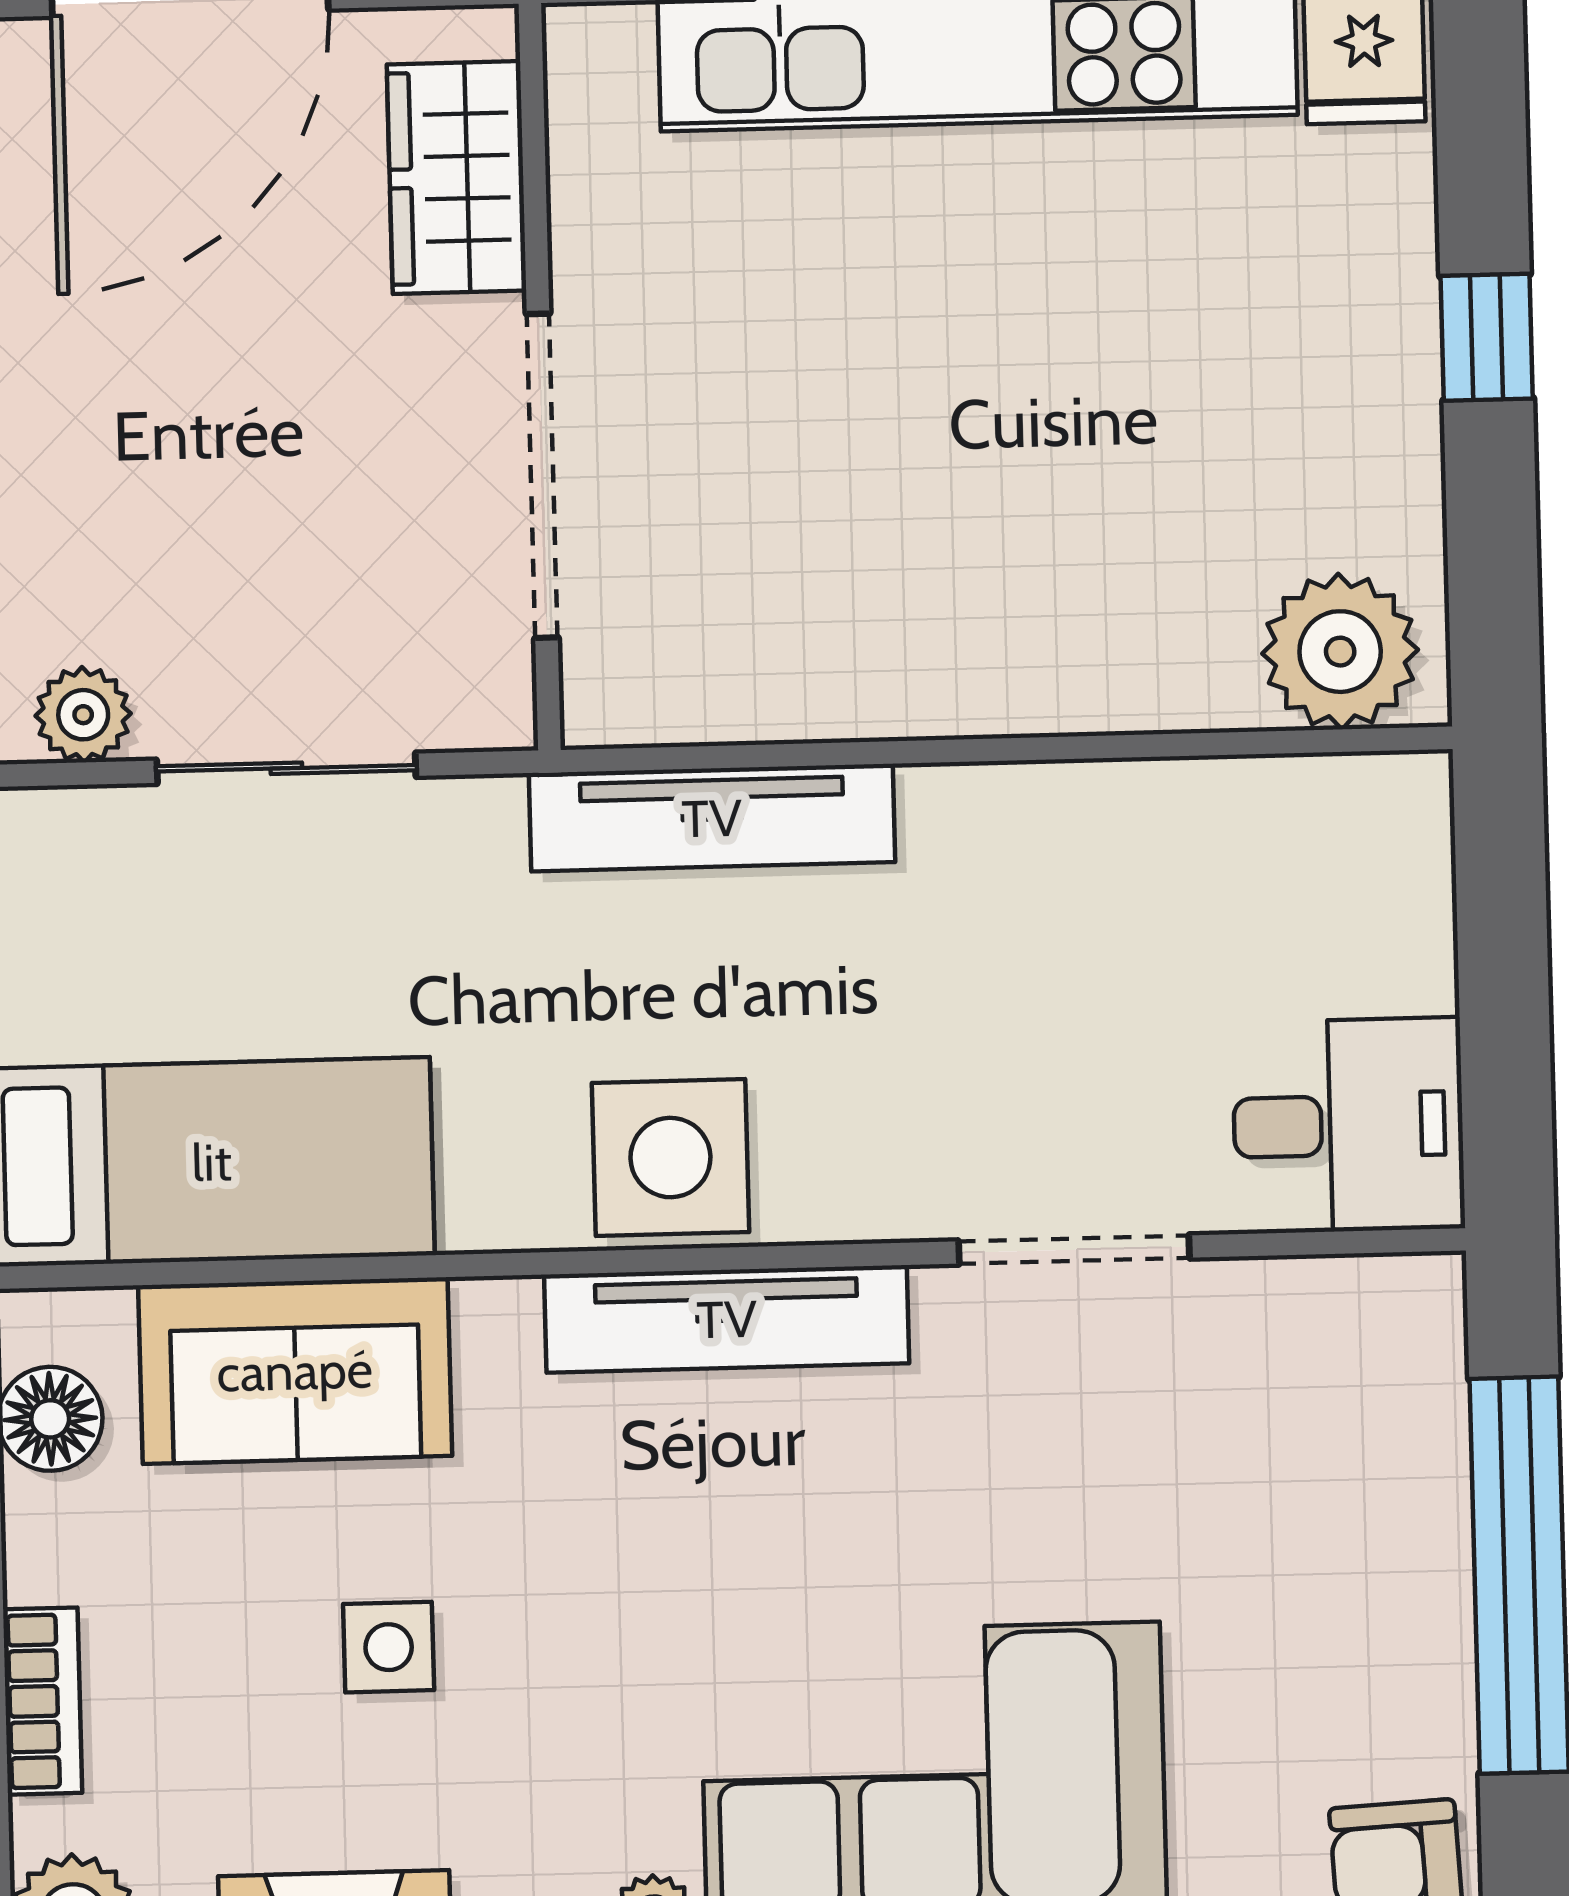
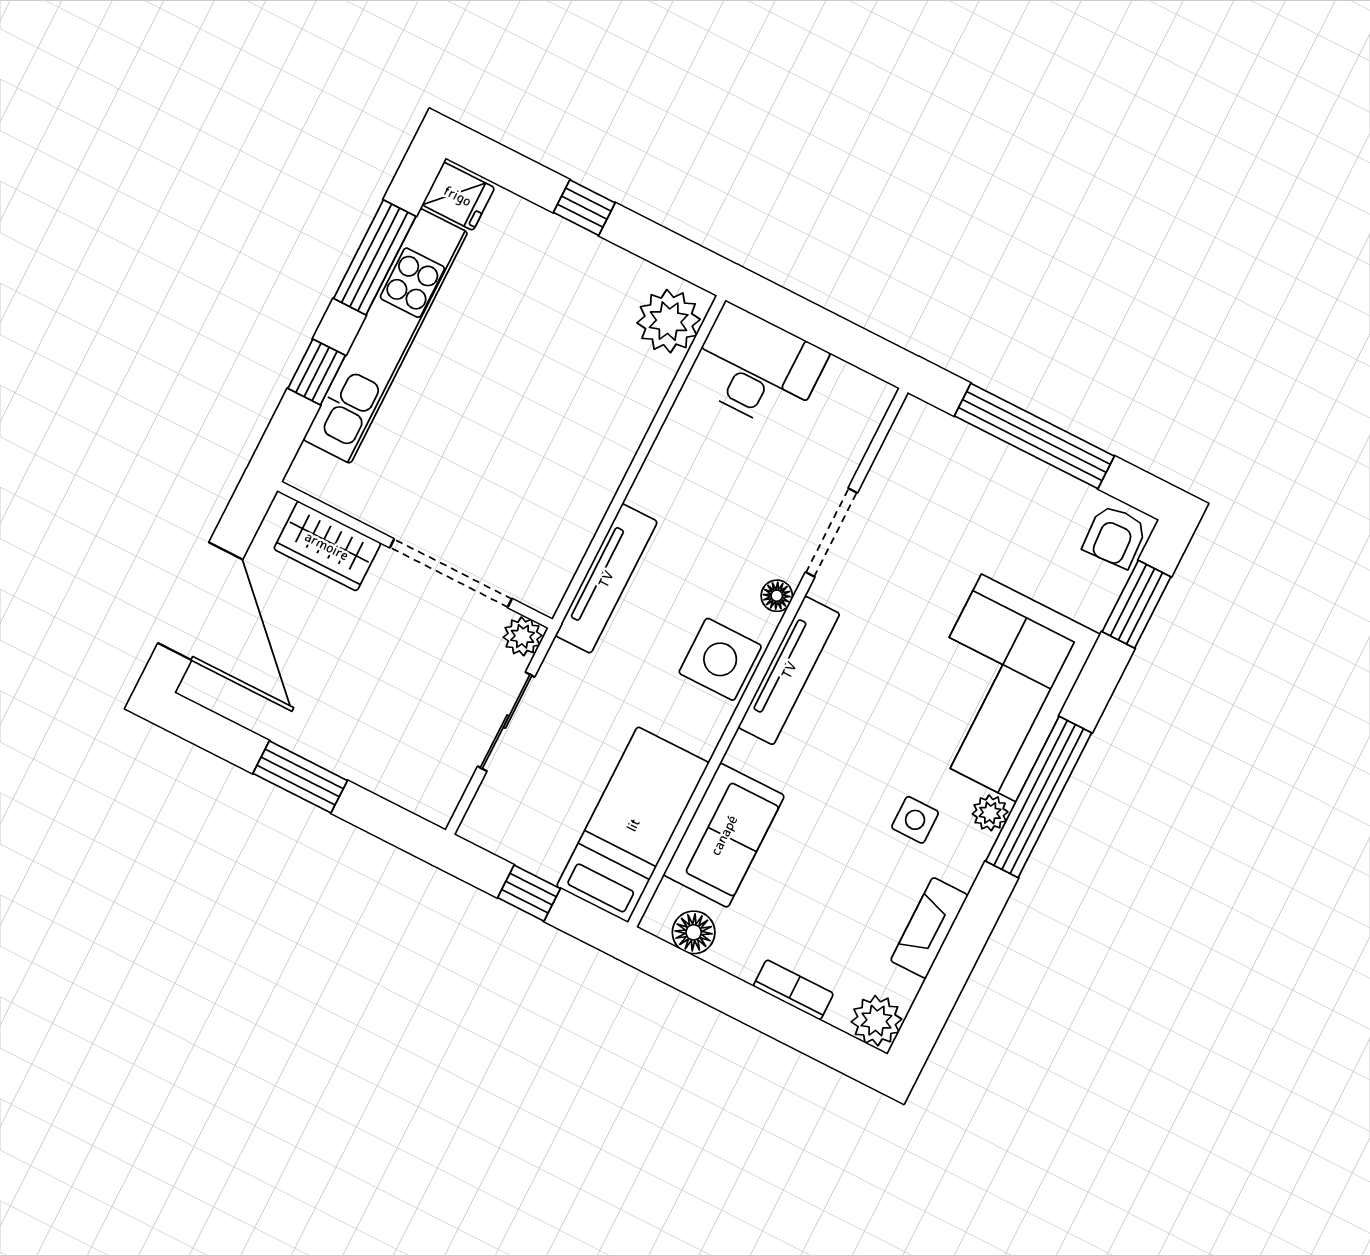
plant: (83, 715) -> (522, 636), moved
desk: (1348, 1125) -> (757, 368), moved, width x1.37
floor lamp: (874, 1205) -> (777, 596), added
side table: (389, 1647) -> (915, 820), moved

